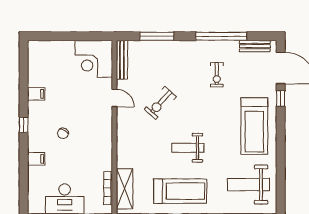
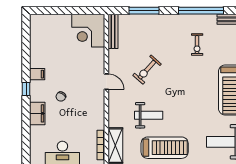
filing cabinet: (36, 94) -> (37, 74), moved
door: (114, 98) -> (106, 82), moved
weight bench: (188, 148) -> (149, 115), moved, turned 180
filing cabinet: (36, 159) -> (37, 113), width x2.00

